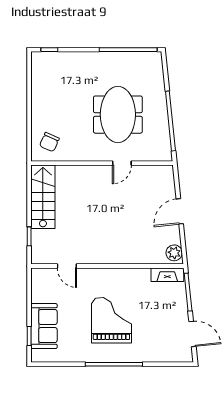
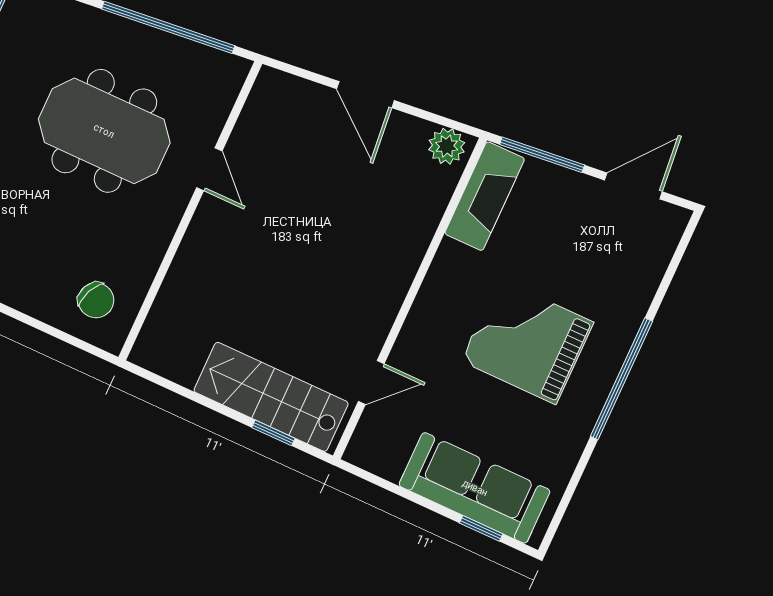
stairs: (43, 197) -> (271, 397), moved
fireplace: (167, 275) -> (485, 196), width x1.37, depth x1.32
sofa: (44, 326) -> (475, 488), width x1.36

